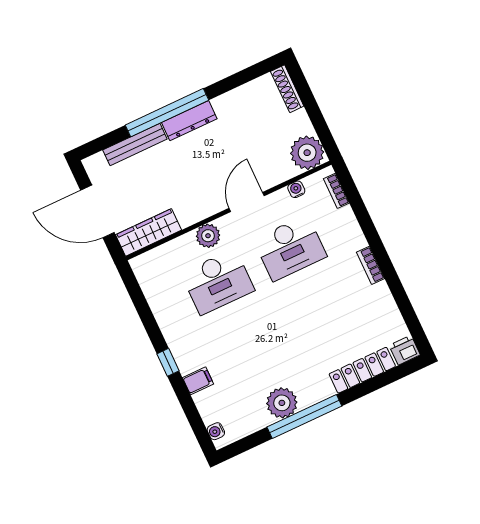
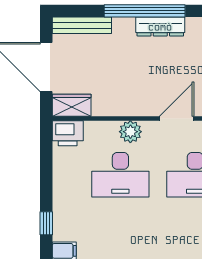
bench: (135, 145) -> (82, 25), moved
wardrobe: (149, 232) -> (72, 105), width x0.67
printer: (148, 266) -> (68, 133), added

